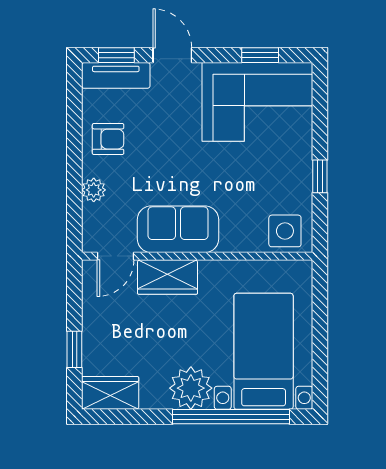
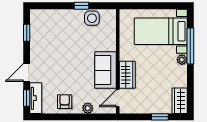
corner sofa: (257, 102) -> (48, 34), removed
side table: (285, 231) -> (92, 18), moved
door: (115, 256) -> (118, 98), swing flipped
plant: (191, 388) -> (182, 60), width x0.53, depth x0.53
window: (231, 417) -> (190, 46), width x0.68

